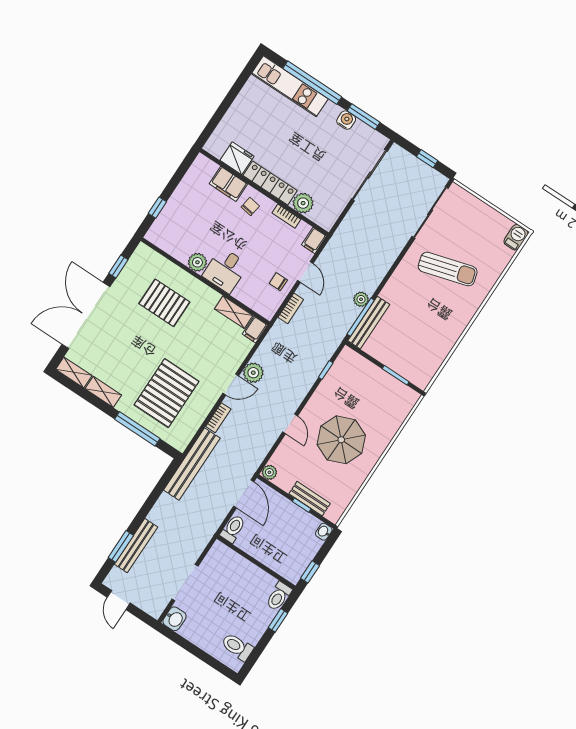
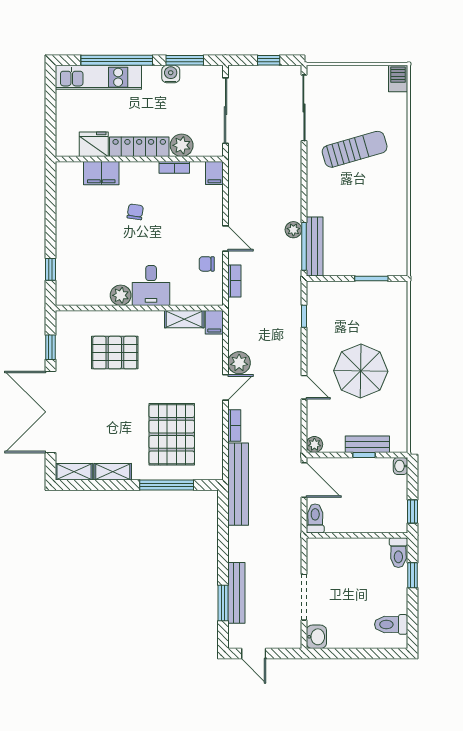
fridge: (237, 158) -> (94, 144), moved
locker: (270, 183) -> (139, 147), moved
filing cabinet: (228, 184) -> (101, 173), moved
wall: (264, 192) -> (139, 159), moved
plant: (303, 203) -> (182, 145), moved
bookcase: (286, 216) -> (174, 167), moved
filing cabinet: (314, 240) -> (214, 173), moved

